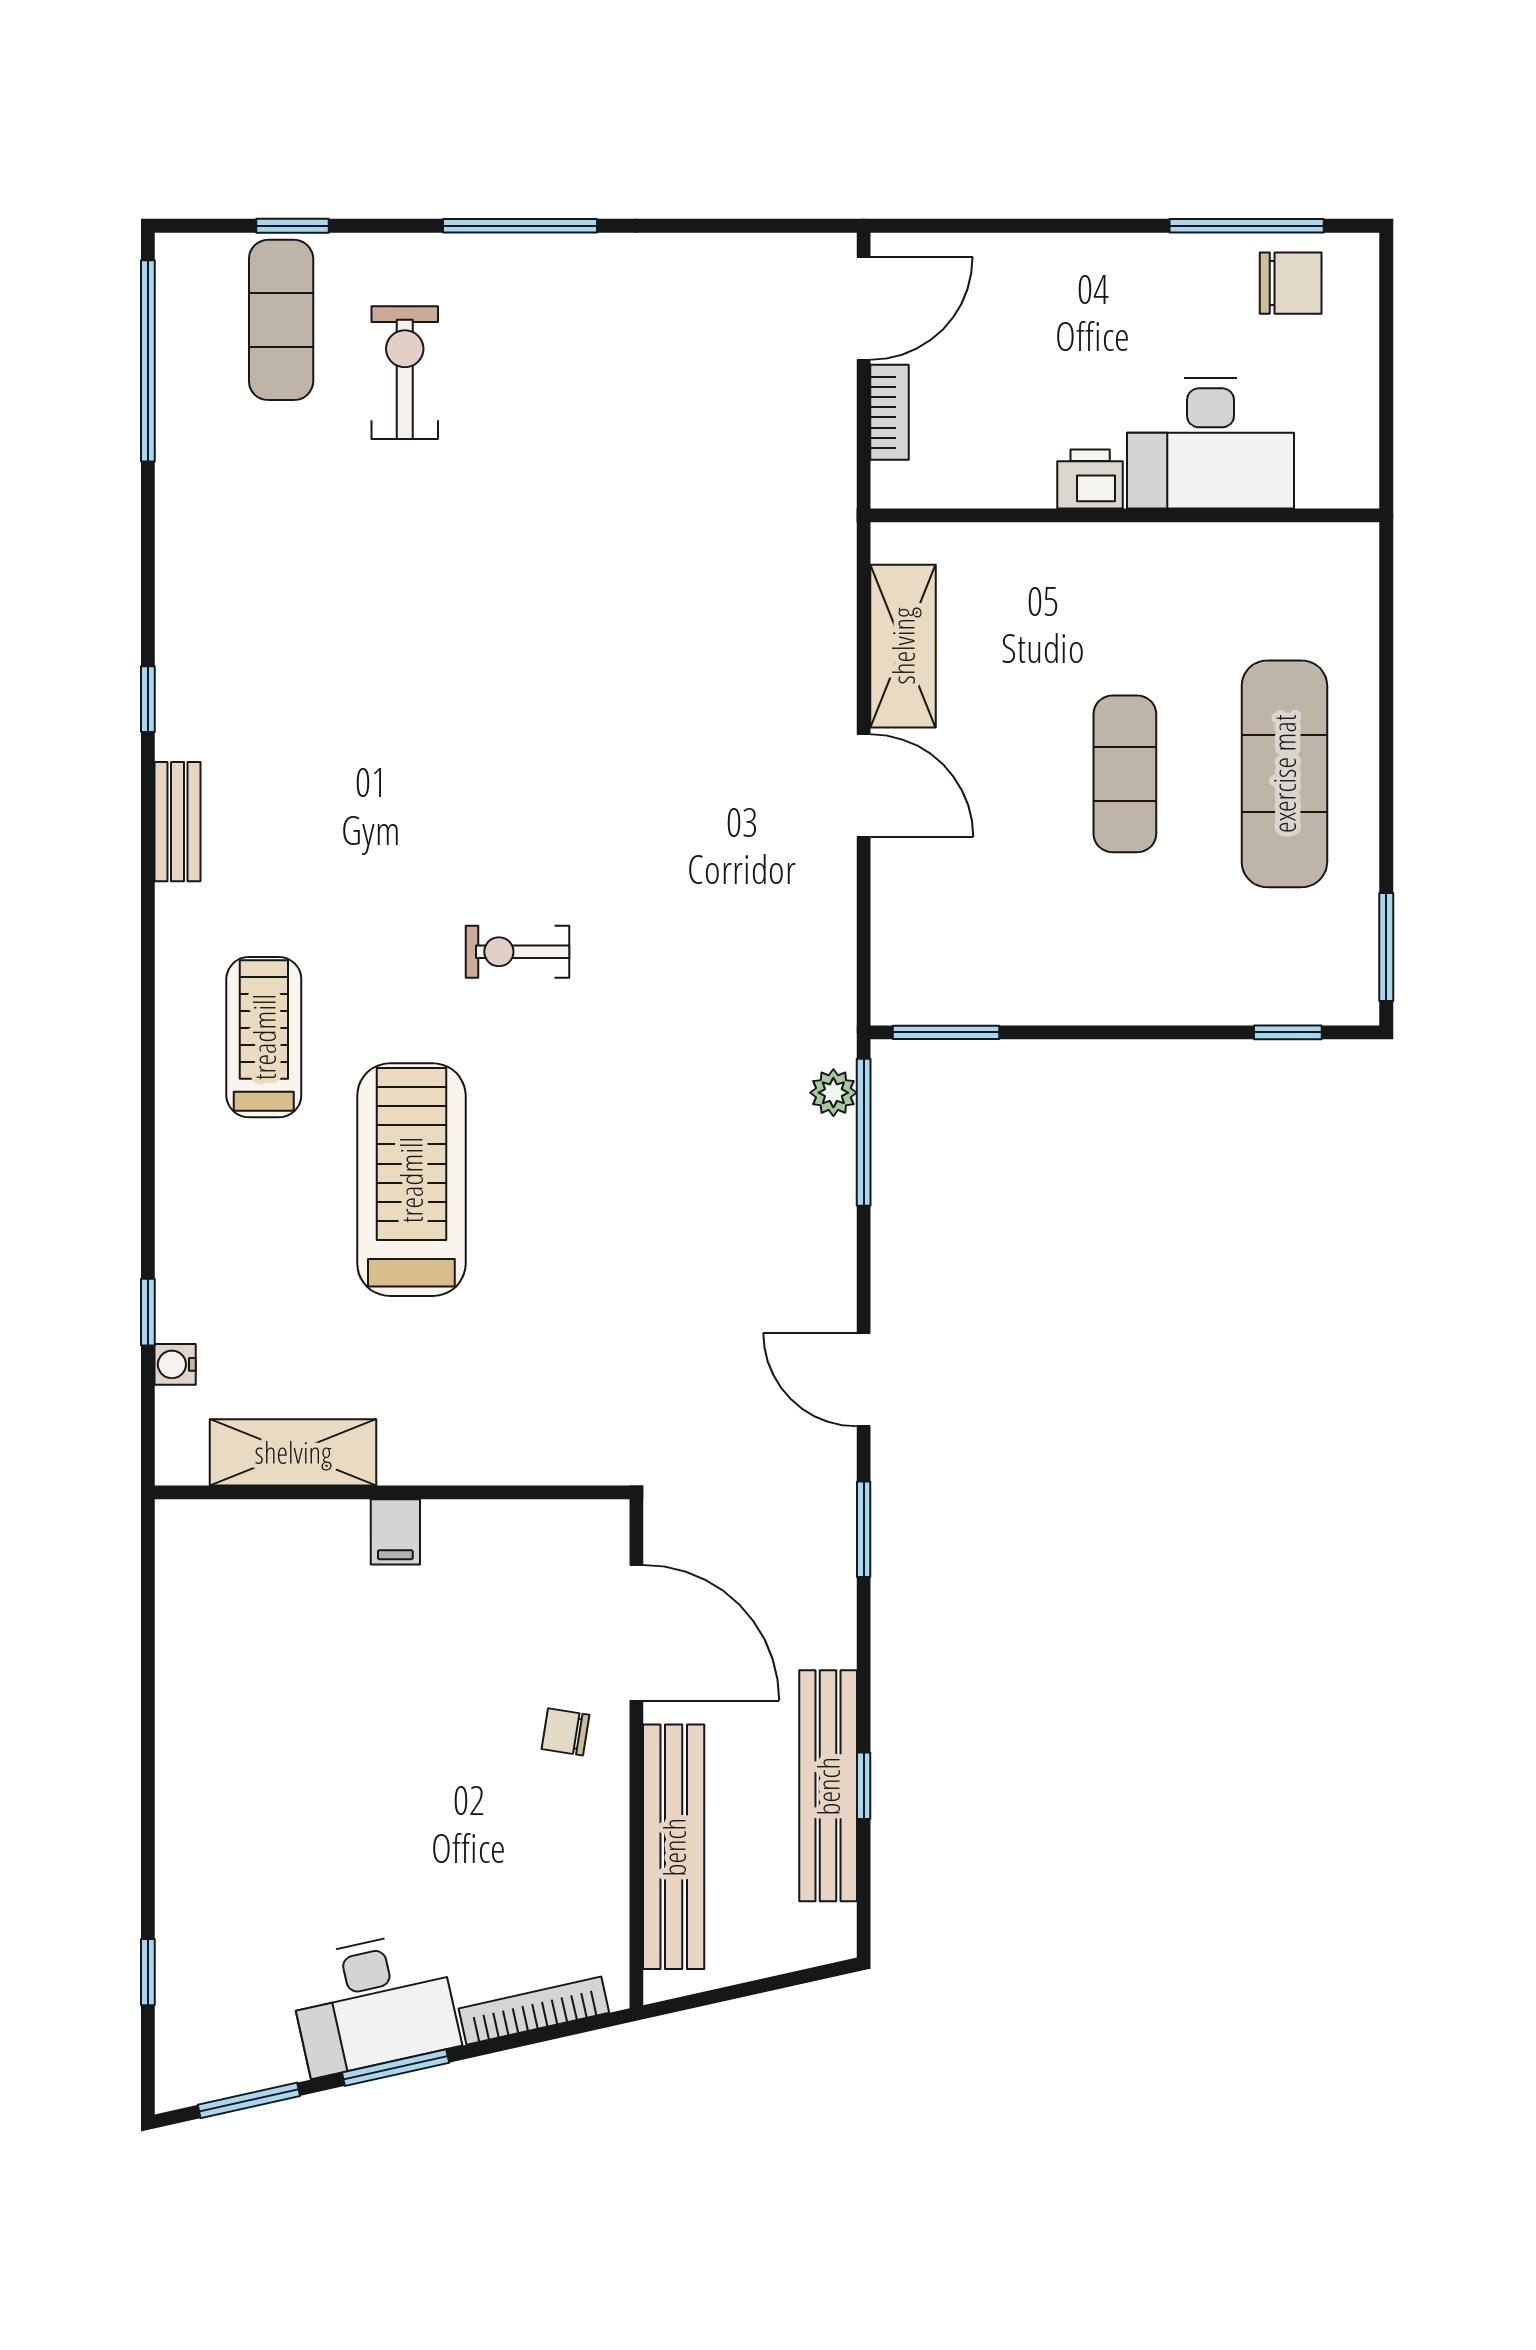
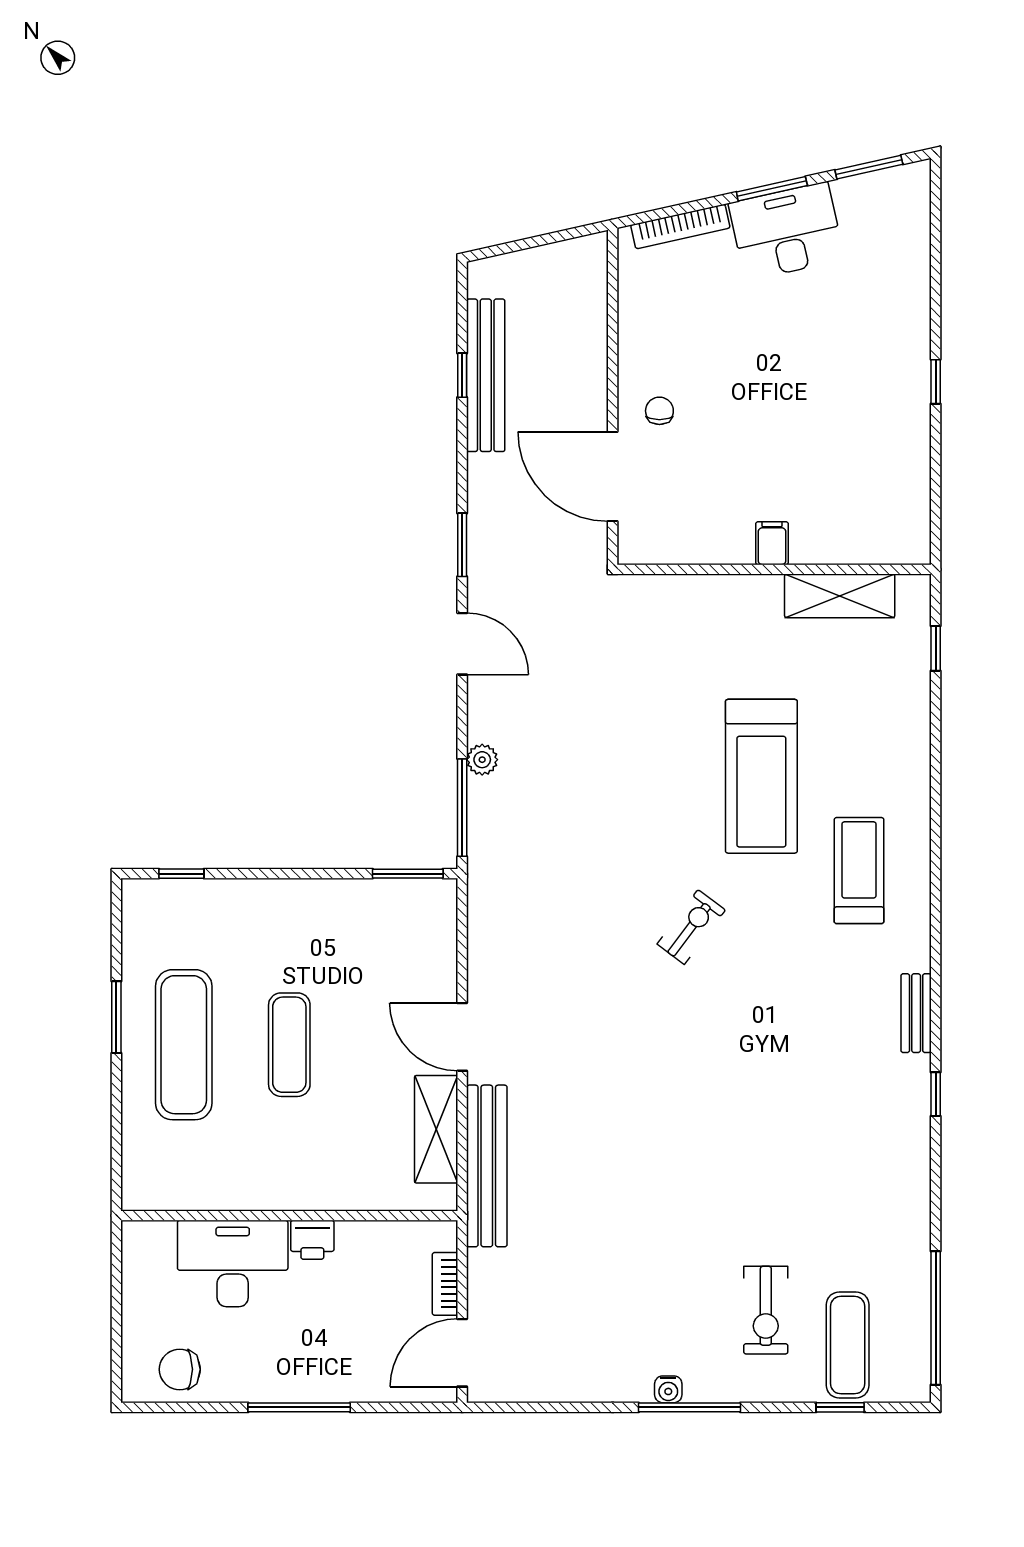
window: (1247, 226) -> (299, 1407), moved
window: (1386, 947) -> (116, 1017), moved
exercise bike: (518, 952) -> (691, 927), turned -53
treadmill: (264, 1037) -> (859, 871), turned 180
plant: (833, 1093) -> (482, 760), moved
window: (148, 1312) -> (936, 648), moved
water cooler: (175, 1364) -> (668, 1389), moved, turned 90
chair: (565, 1732) -> (659, 411), turned -99
bench: (674, 1847) -> (487, 1166), moved
window: (148, 1972) -> (936, 382), moved

